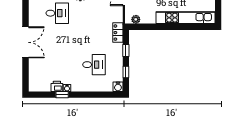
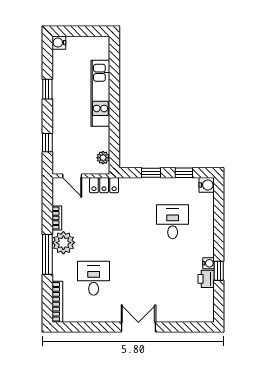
kitchen unit: (185, 18) -> (100, 93), width x0.73
locker: (118, 33) -> (104, 185), moved
double door: (26, 42) -> (138, 327), width x0.73

